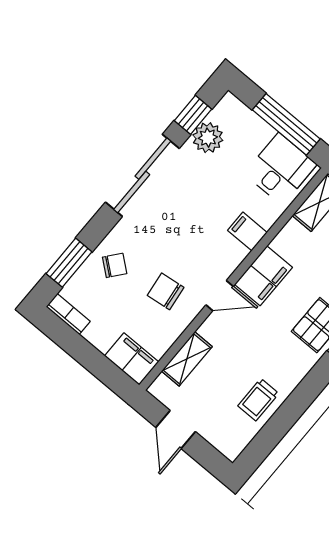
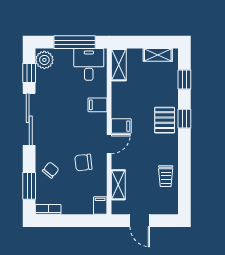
plant: (208, 138) -> (44, 60), moved
filing cabinet: (263, 276) -> (121, 126), width x0.50
filing cabinet: (132, 359) -> (100, 206), width x0.50

